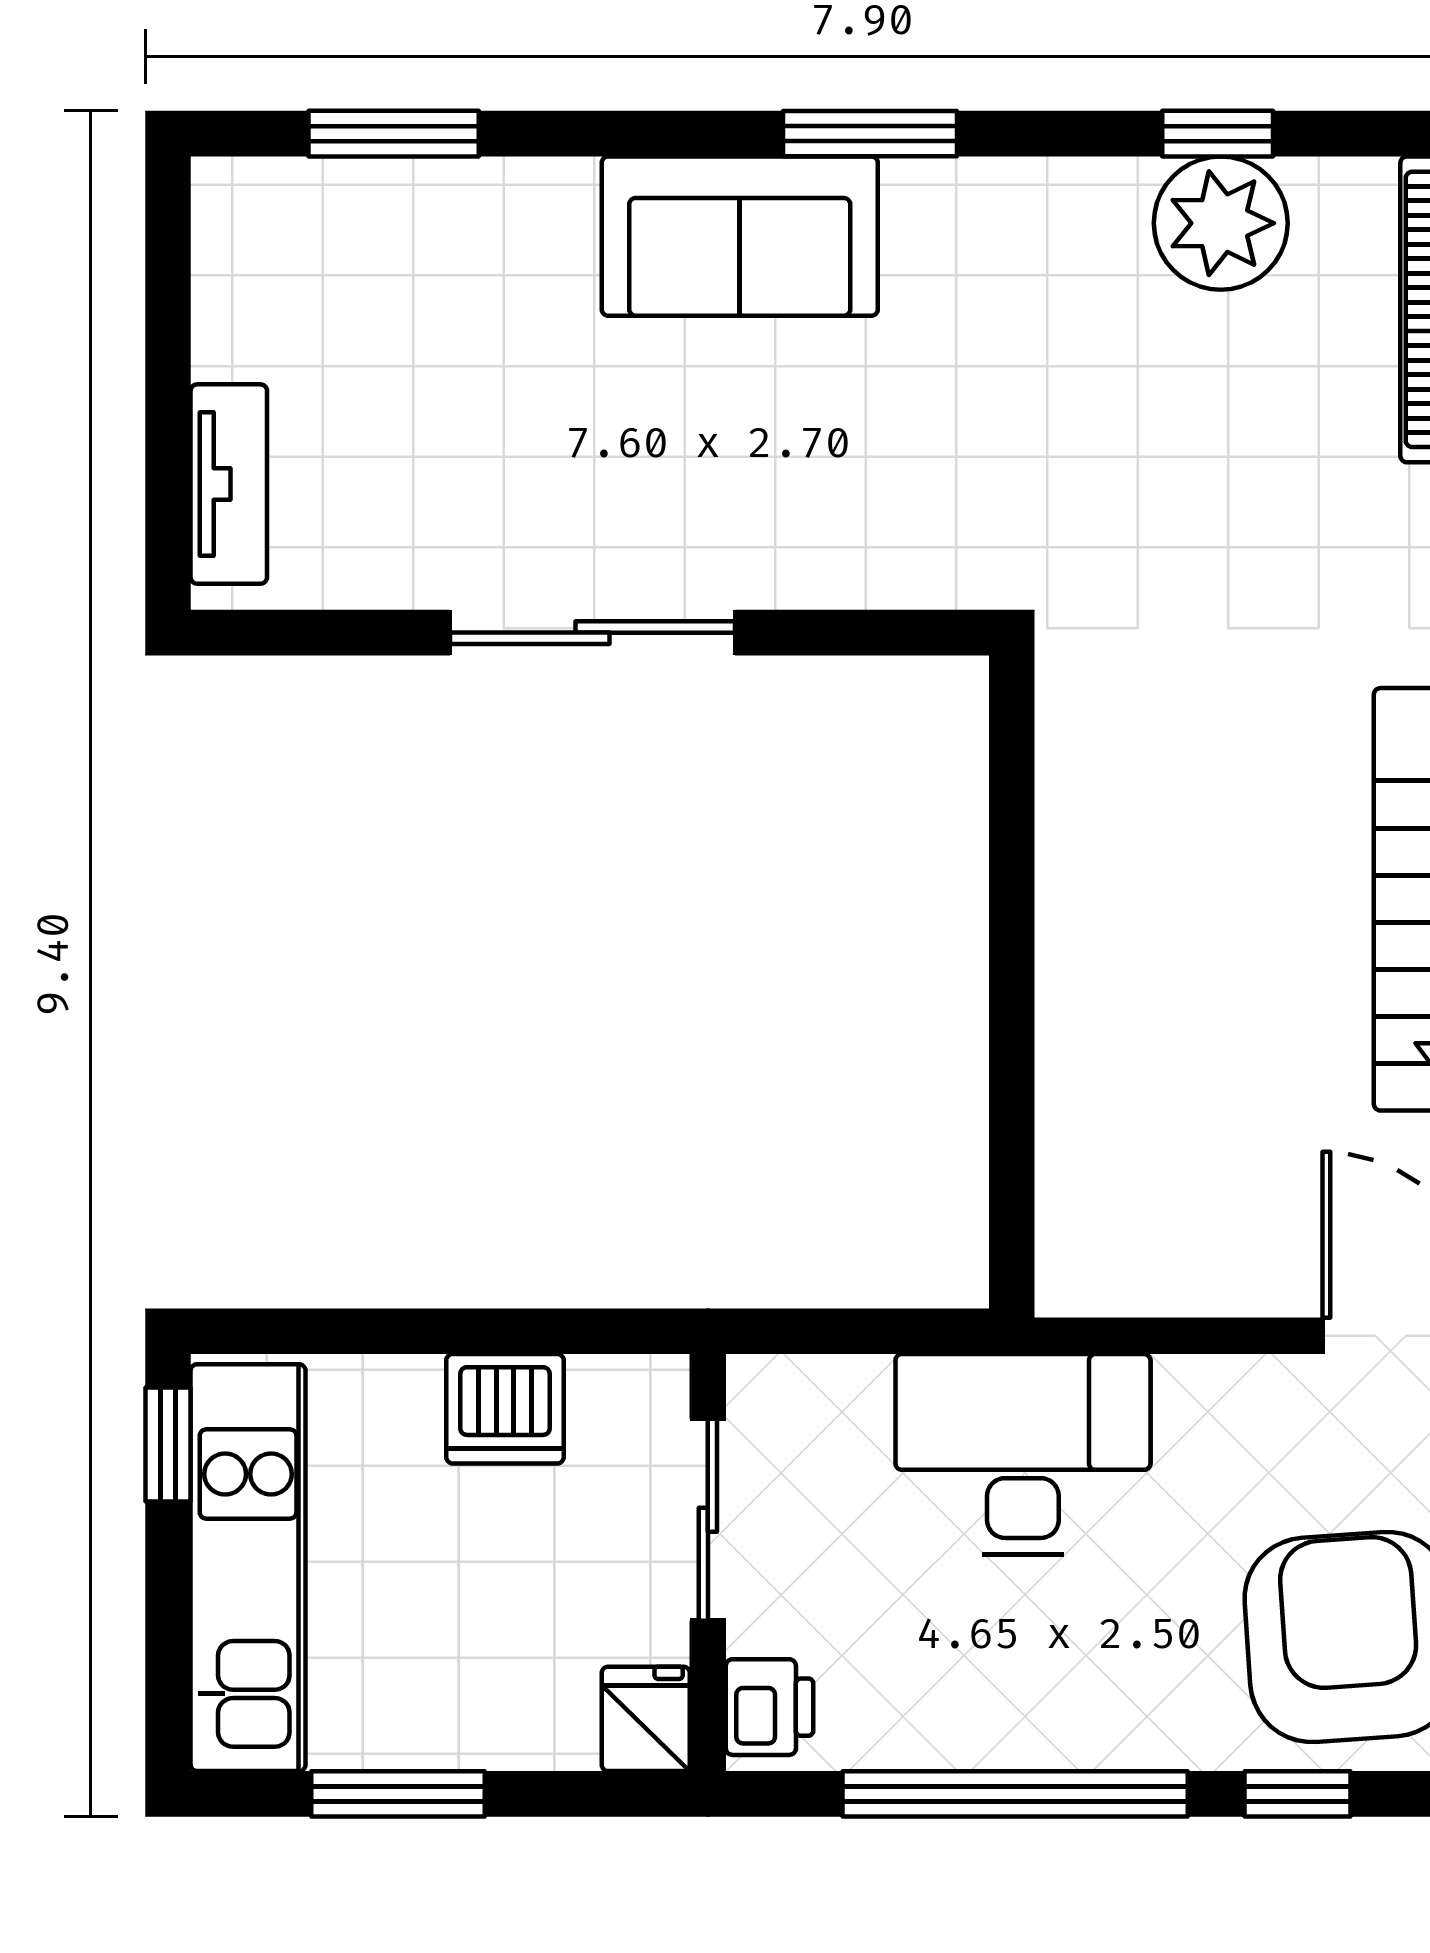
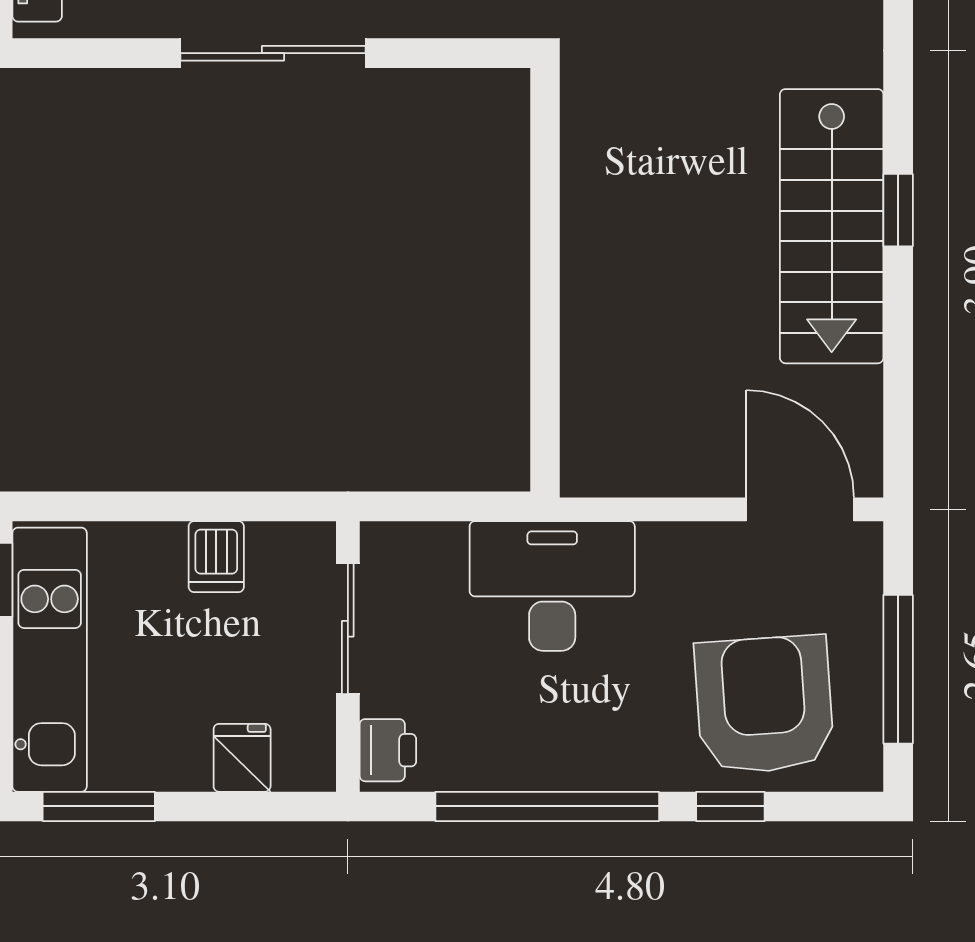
dishwasher: (505, 1409) -> (216, 557), width x0.73
fridge: (646, 1719) -> (242, 758), moved
window: (398, 1794) -> (99, 806), moved

